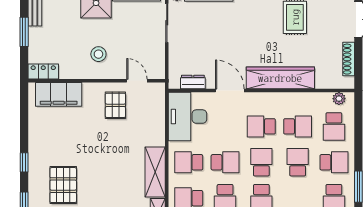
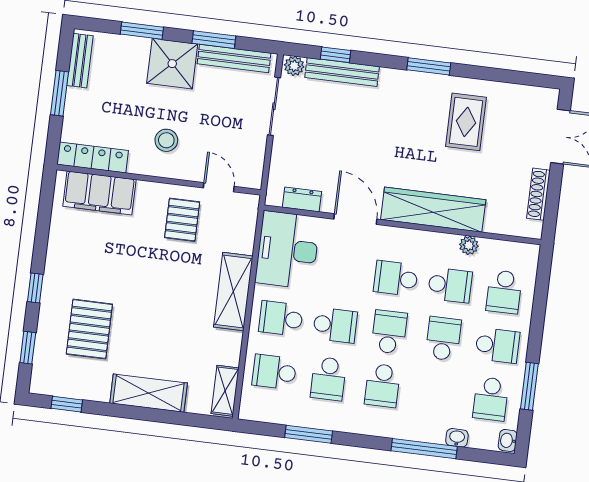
locker: (43, 72) -> (93, 157), width x1.53
plant: (339, 99) -> (469, 245), moved
shelving: (155, 172) -> (233, 291), moved

